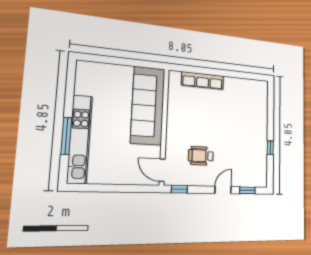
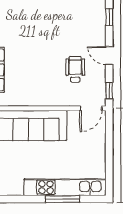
wheelchair: (201, 156) -> (75, 69), turned 180
door: (223, 190) -> (109, 56), moved

